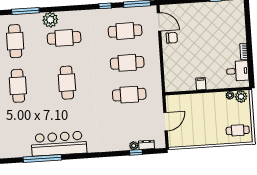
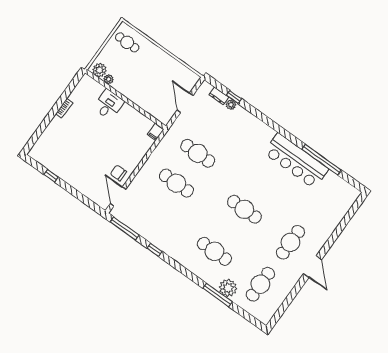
window: (25, 11) -> (218, 295), moved
plant: (50, 20) -> (228, 288), moved
cafe table: (125, 31) -> (155, 213), removed
desk: (238, 71) -> (109, 105), moved, turned 90
cafe table: (67, 83) -> (244, 209), turned 90
filing cabinet: (201, 84) -> (156, 132), moved
door: (166, 122) -> (185, 103), hinge flipped

